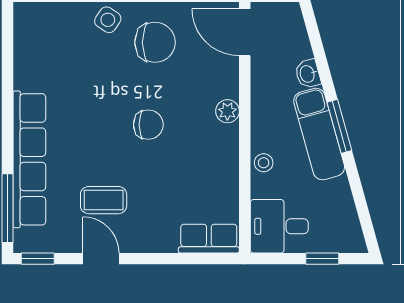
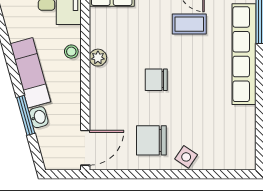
door: (245, 32) -> (85, 148), hinge flipped
plant: (227, 111) -> (98, 58), moved
window: (339, 126) -> (26, 115), moved

